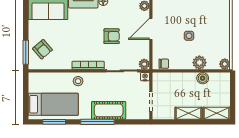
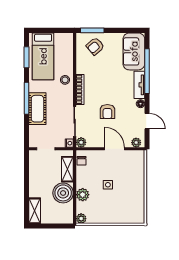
boiler: (203, 78) -> (63, 193), width x1.86, depth x1.86
shelving: (188, 113) -> (67, 169), moved

